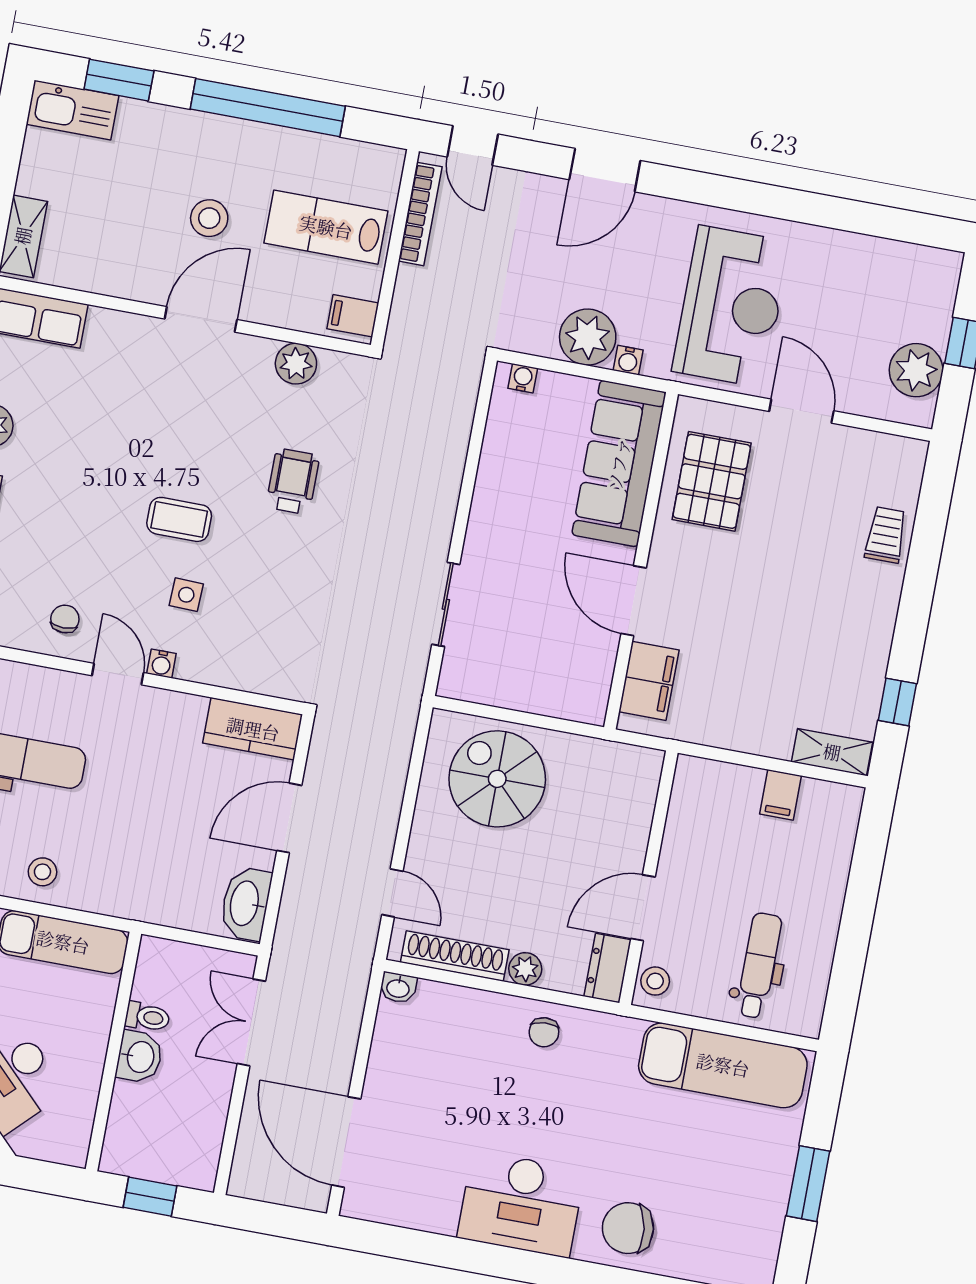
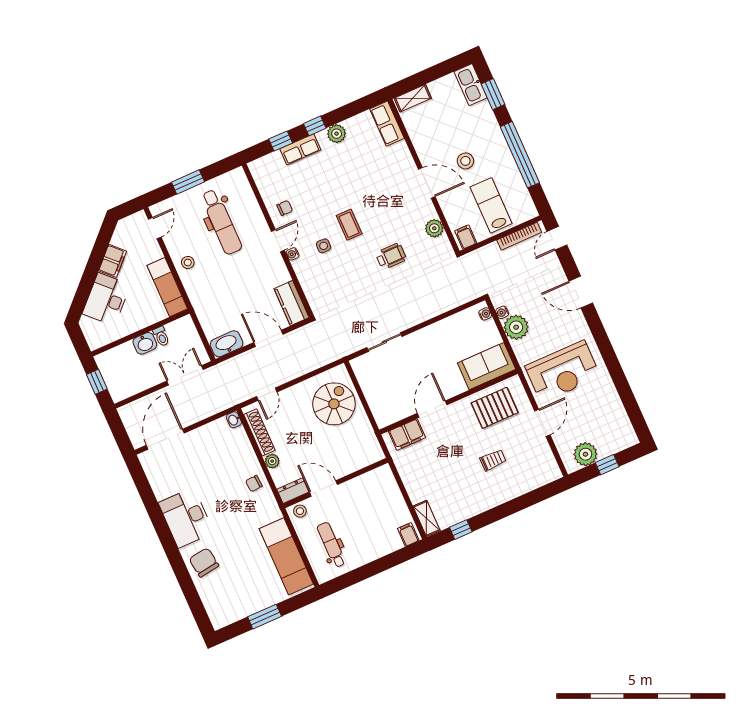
water cooler: (628, 360) -> (502, 312), moved
sofa: (619, 464) -> (487, 366), width x0.73
trolley: (886, 535) -> (493, 460), moved
filing cabinet: (781, 795) -> (408, 535), moved, turned 90
dental chair: (759, 965) -> (331, 545), turned -90

